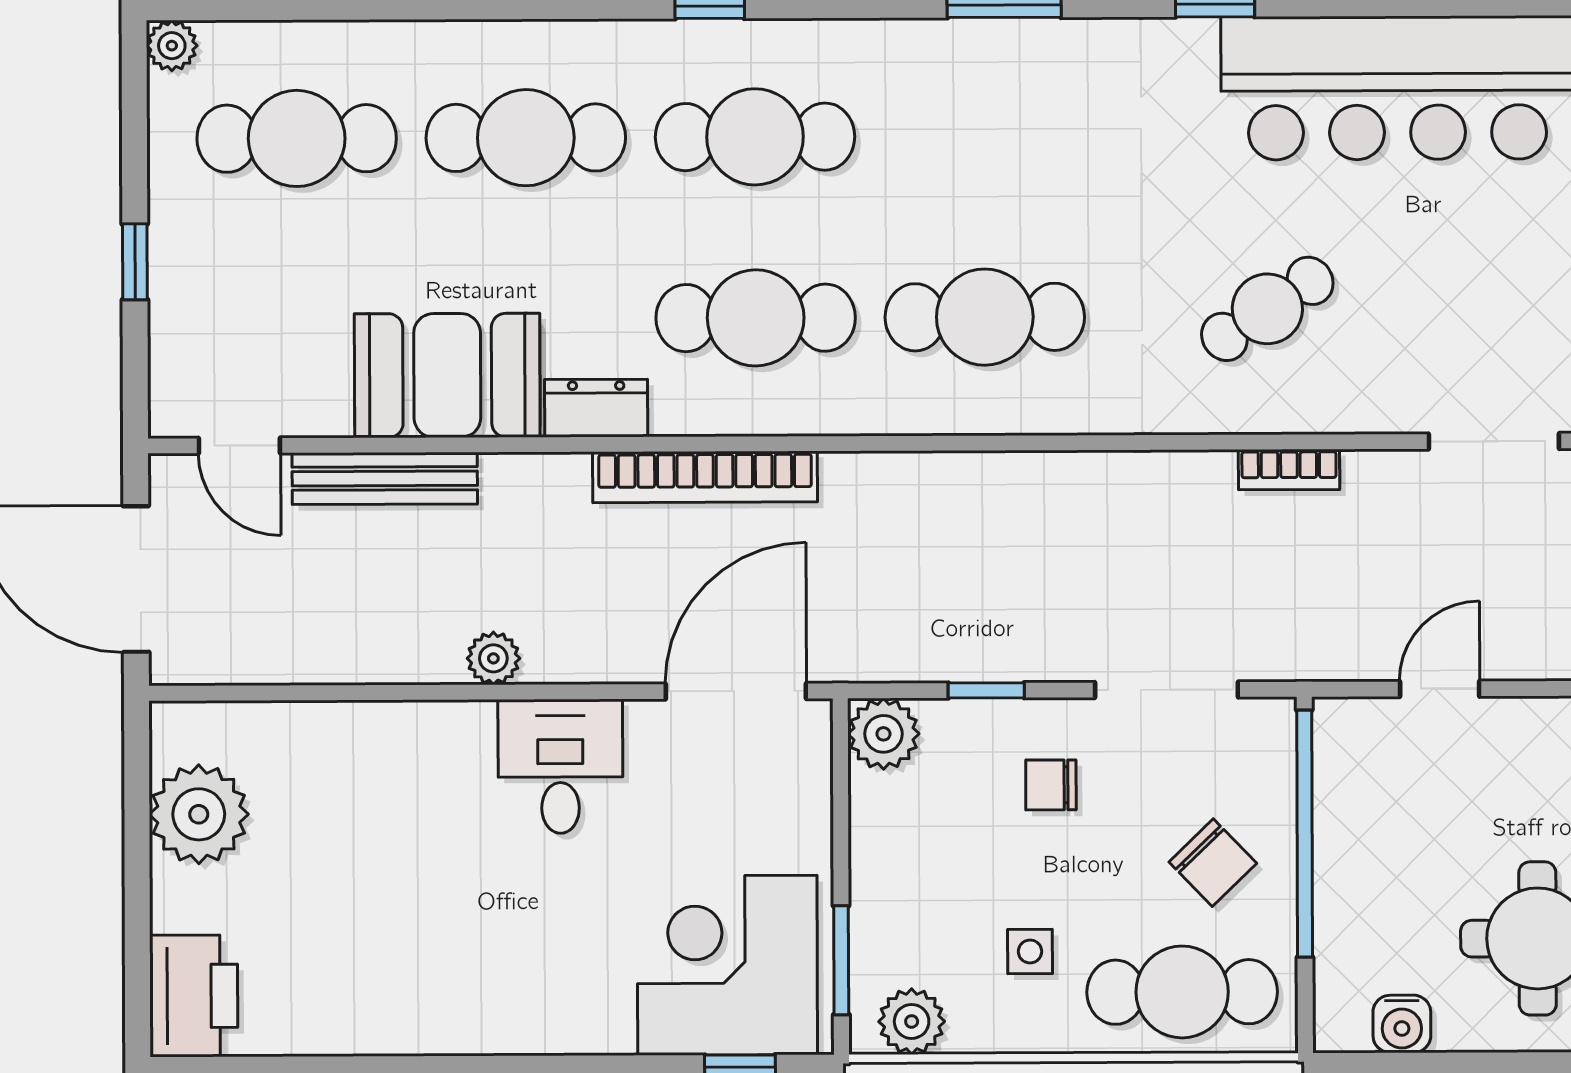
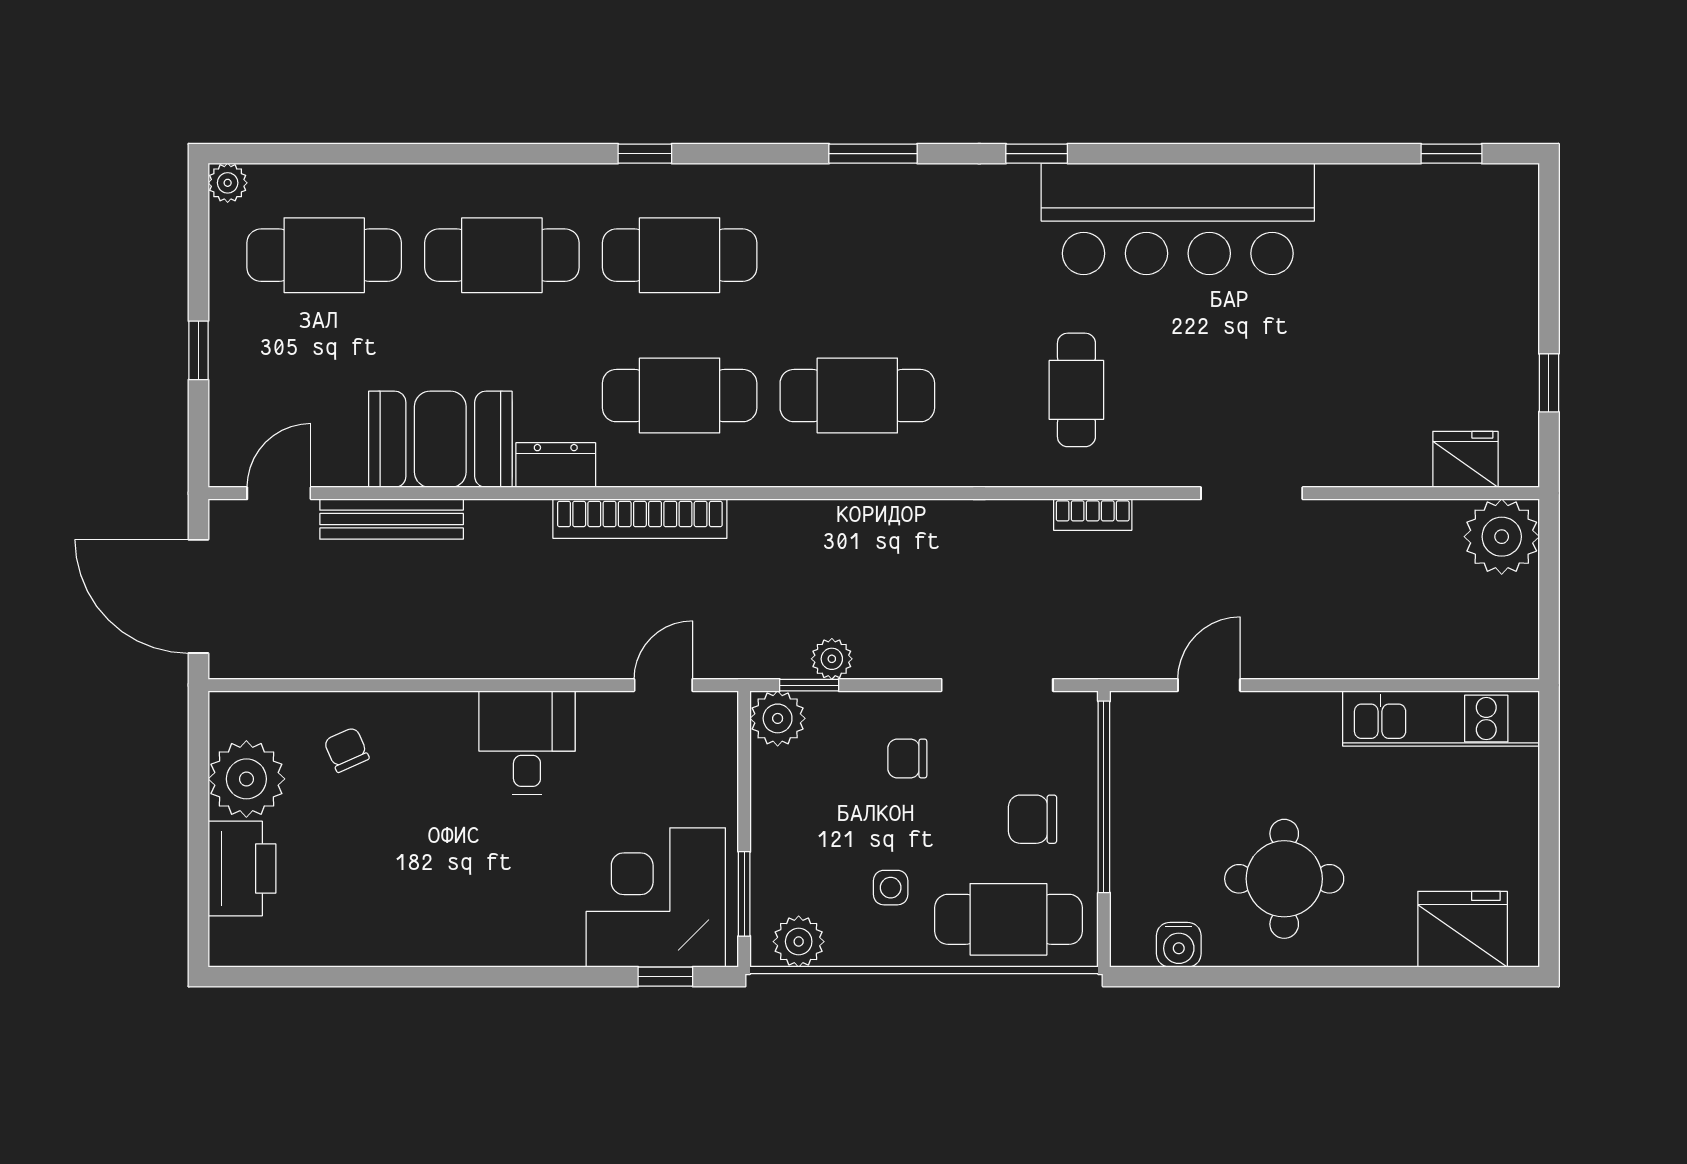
cafe table: (1267, 309) -> (1076, 390), turned -57
door: (239, 446) -> (279, 493), swing flipped
plant: (493, 658) -> (832, 659), moved
window: (986, 690) -> (809, 685), moved
door: (736, 691) -> (663, 685), width x0.53
chair: (328, 776) -> (346, 750), added
chair: (1213, 863) -> (1033, 819), turned 134
printer: (194, 996) -> (242, 868), moved

